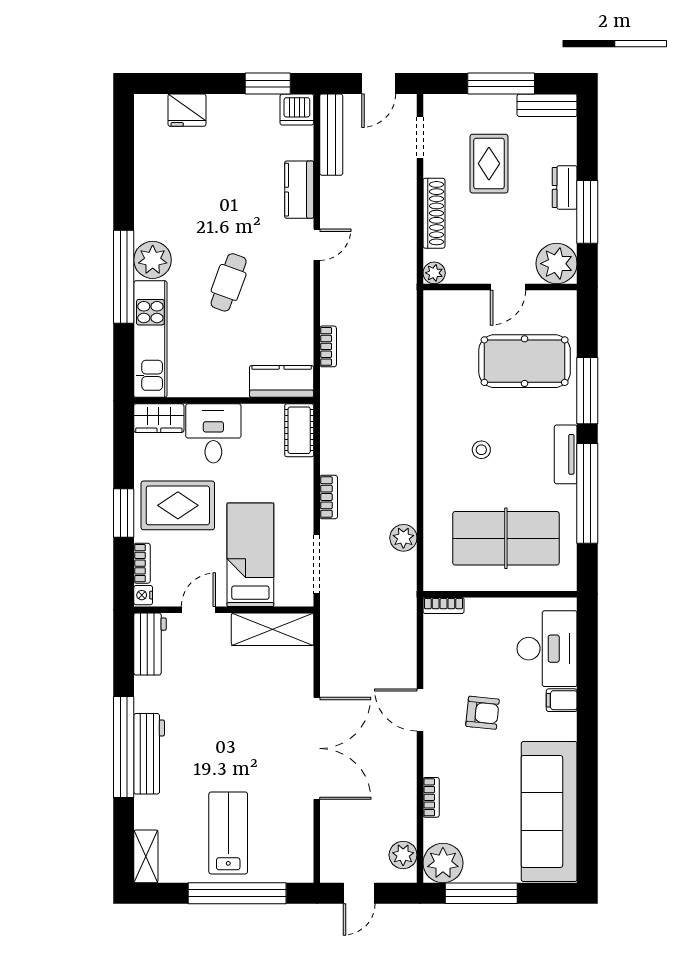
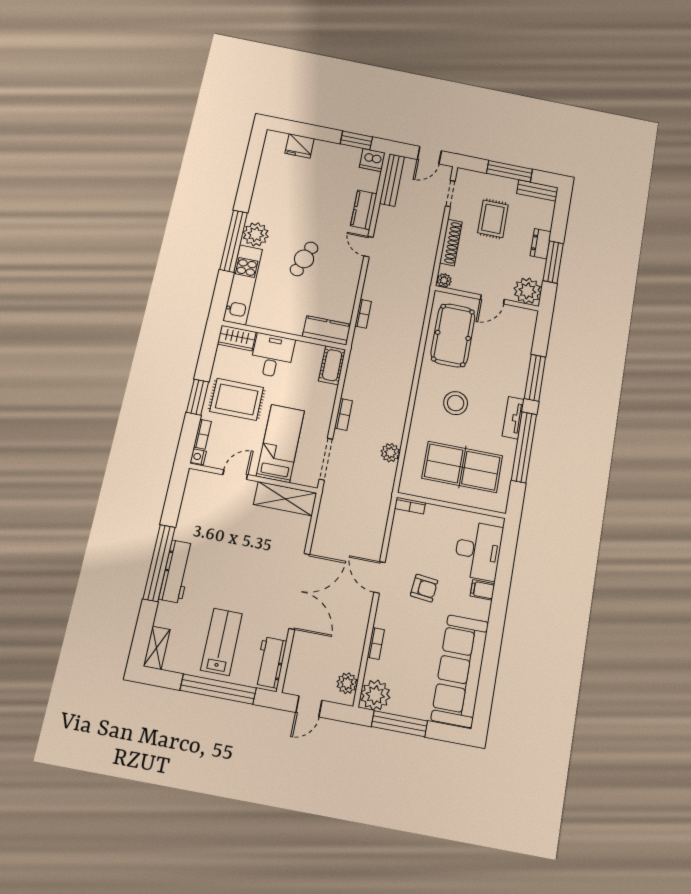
door: (317, 245) -> (369, 247), swing flipped
pool table: (525, 361) -> (453, 335), moved, turned 90
stool: (481, 450) -> (456, 403), width x1.89, depth x1.89
workbench: (150, 644) -> (270, 662), moved, turned 180

